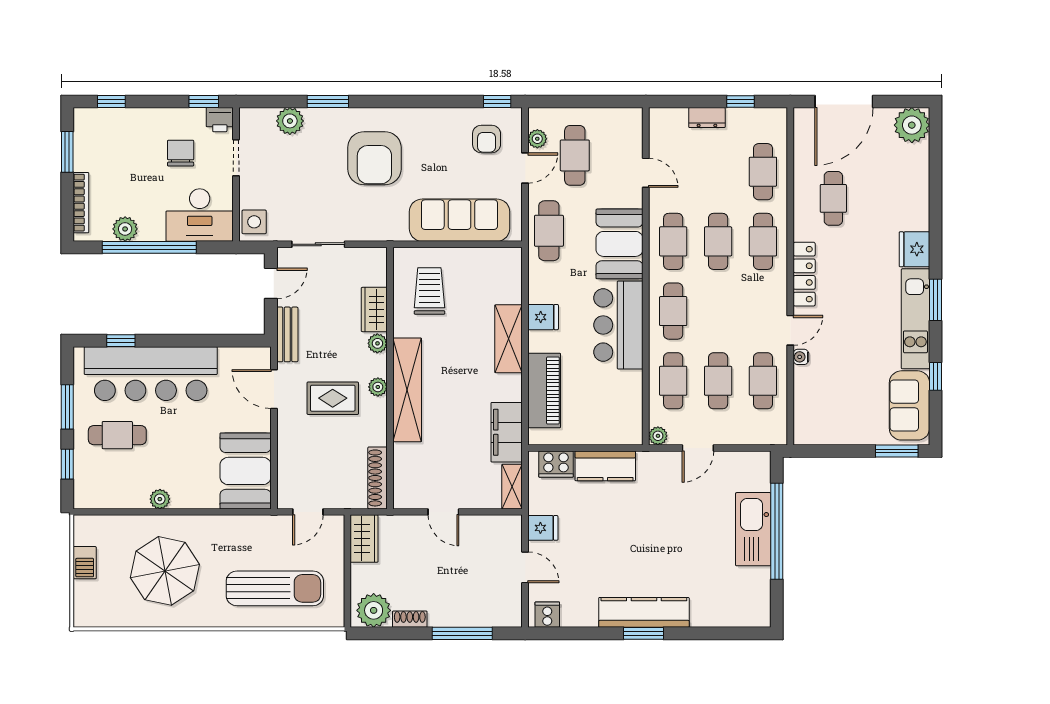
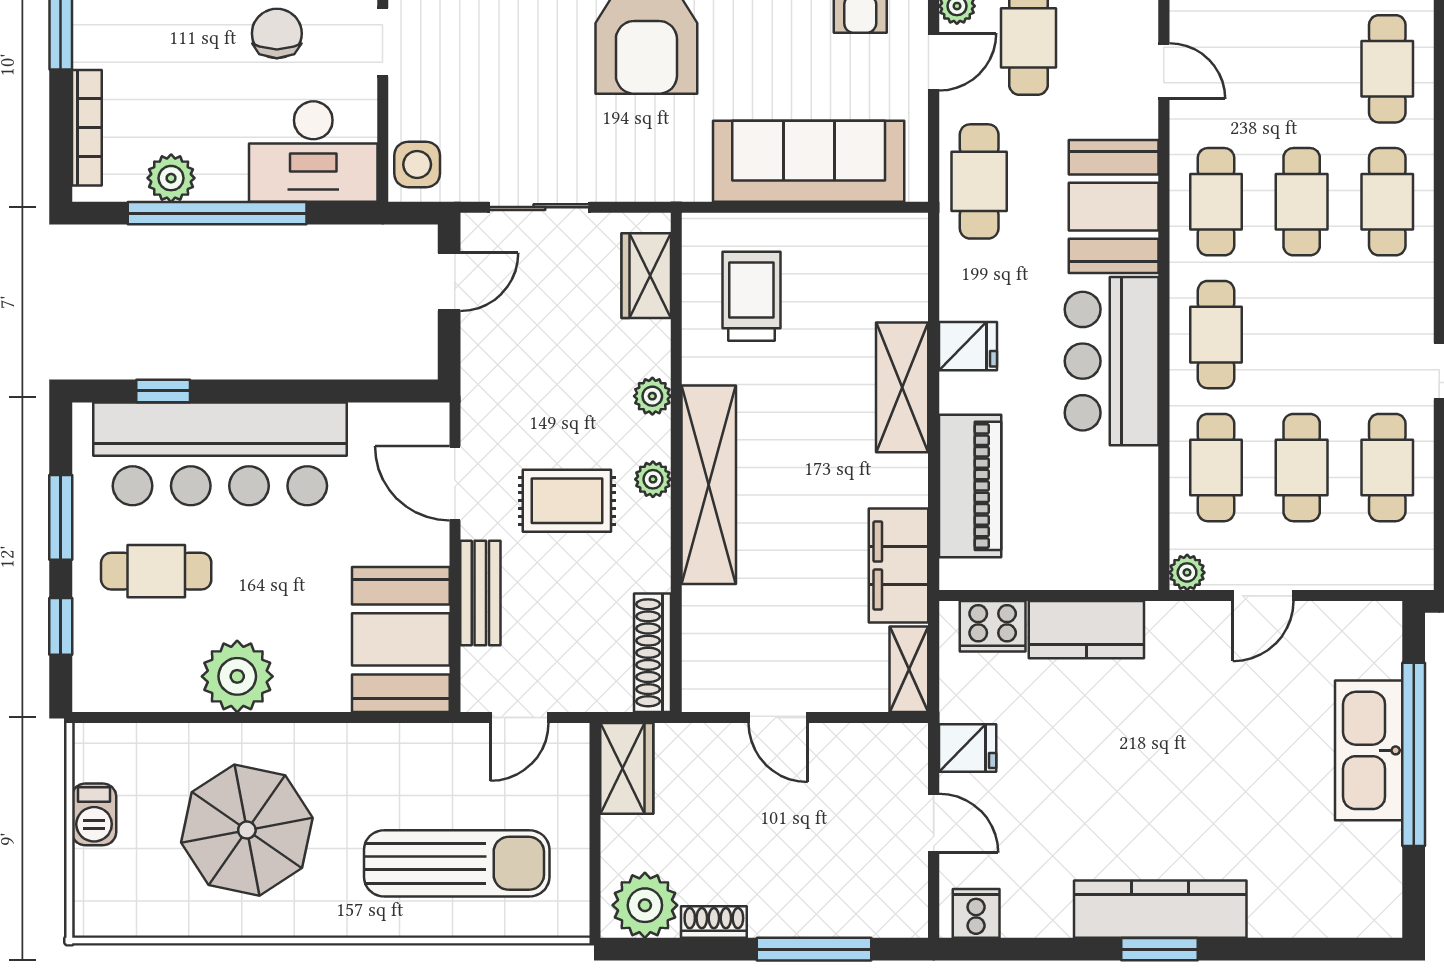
wardrobe: (374, 310) -> (646, 276), moved
bench: (287, 334) -> (480, 593), moved
plant: (160, 499) -> (237, 676), width x1.88, depth x1.88

